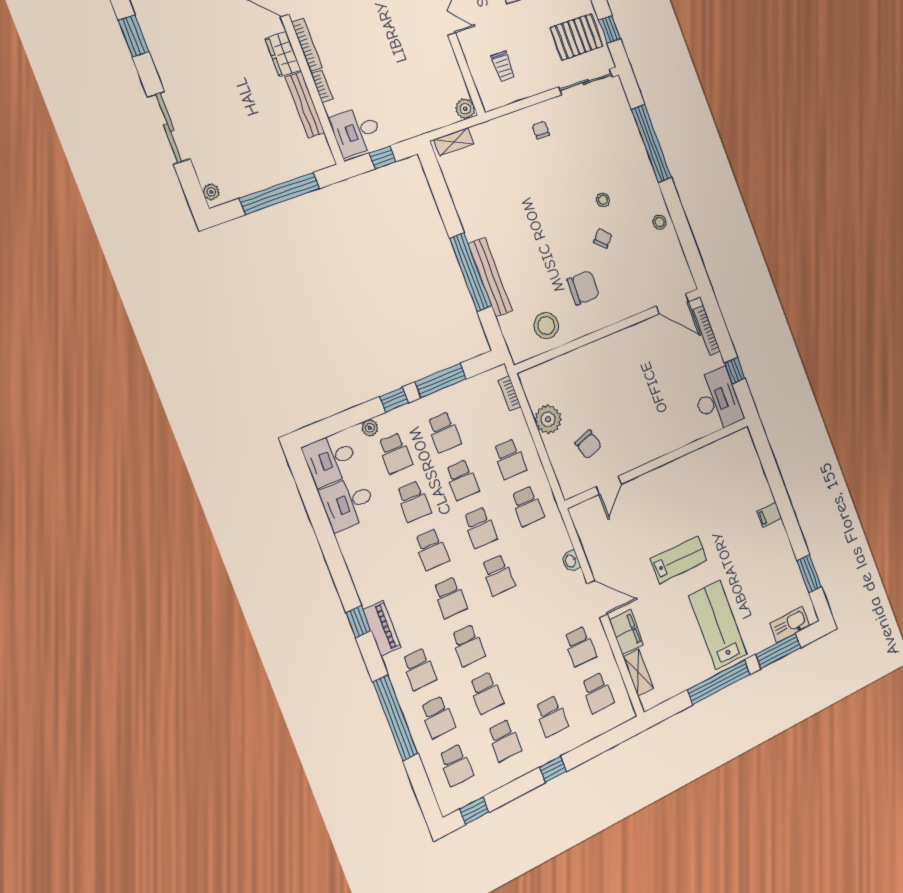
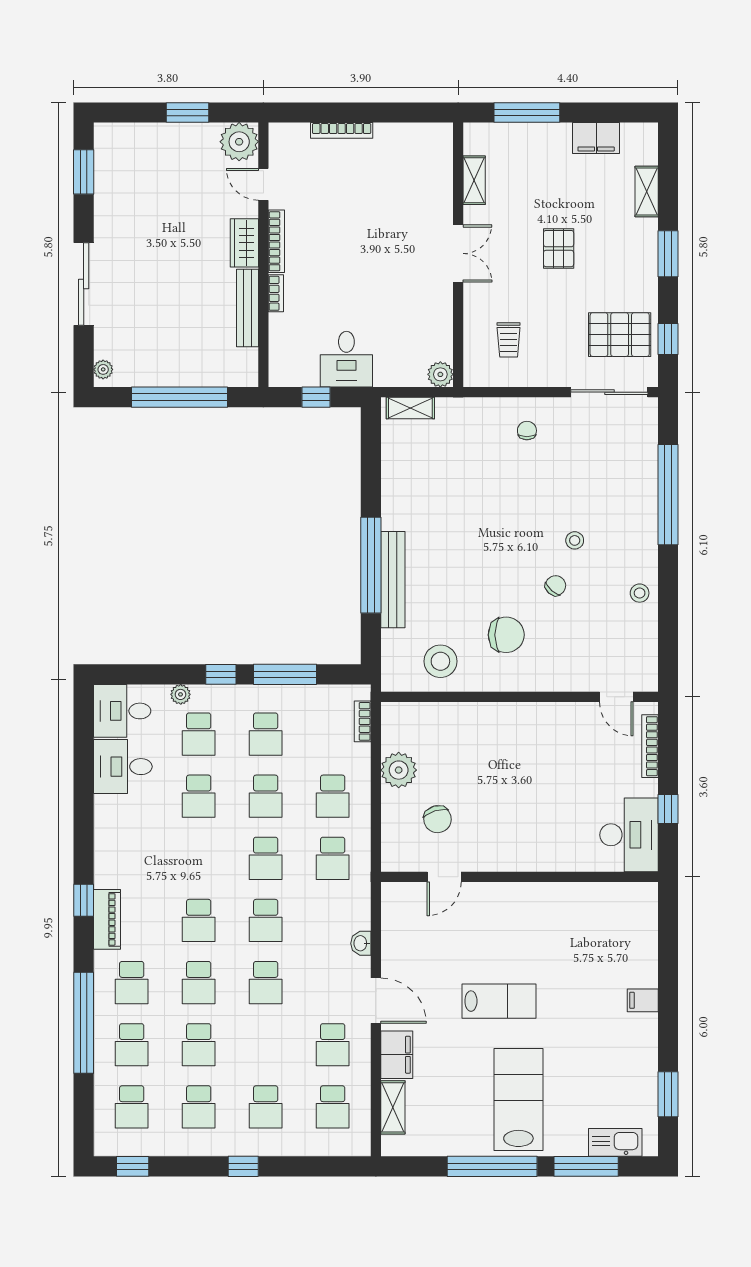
desk: (356, 131) -> (346, 359), moved, turned -90
door: (672, 304) -> (616, 697), width x0.73
school desk: (432, 550) -> (266, 983), moved

